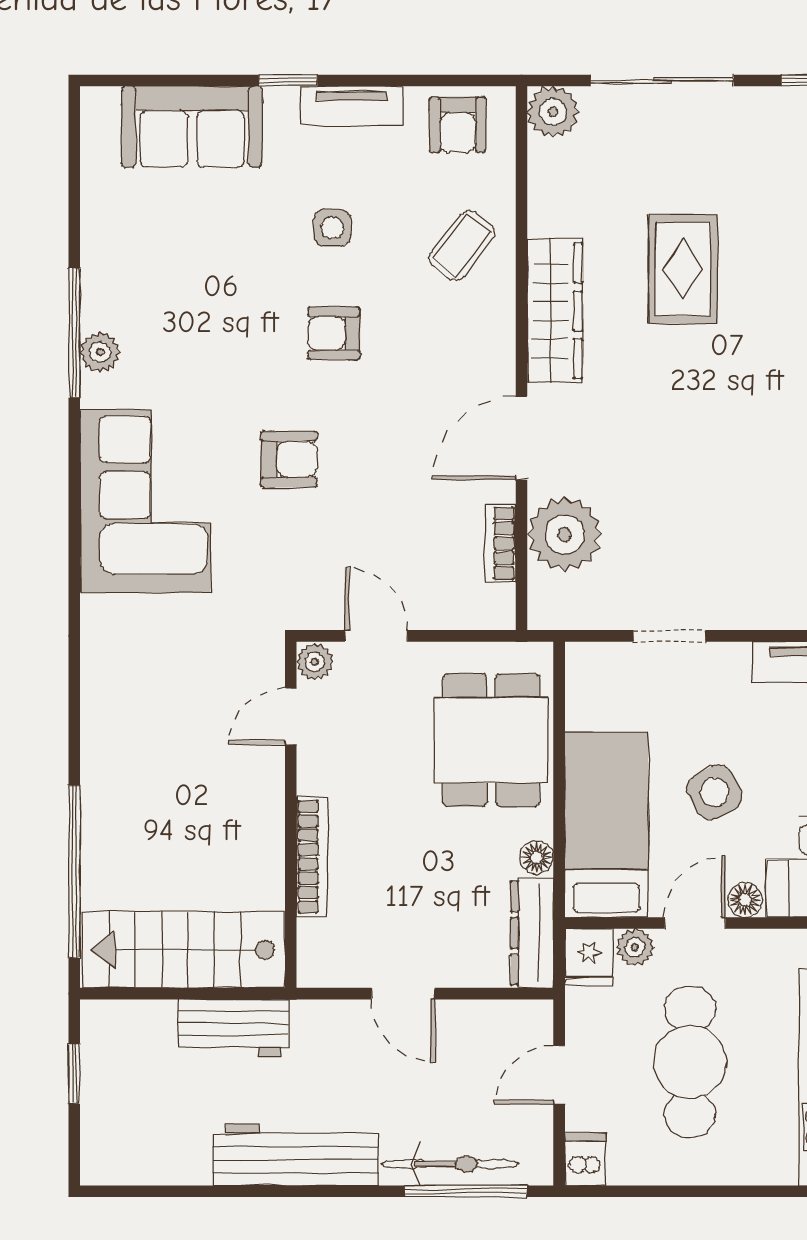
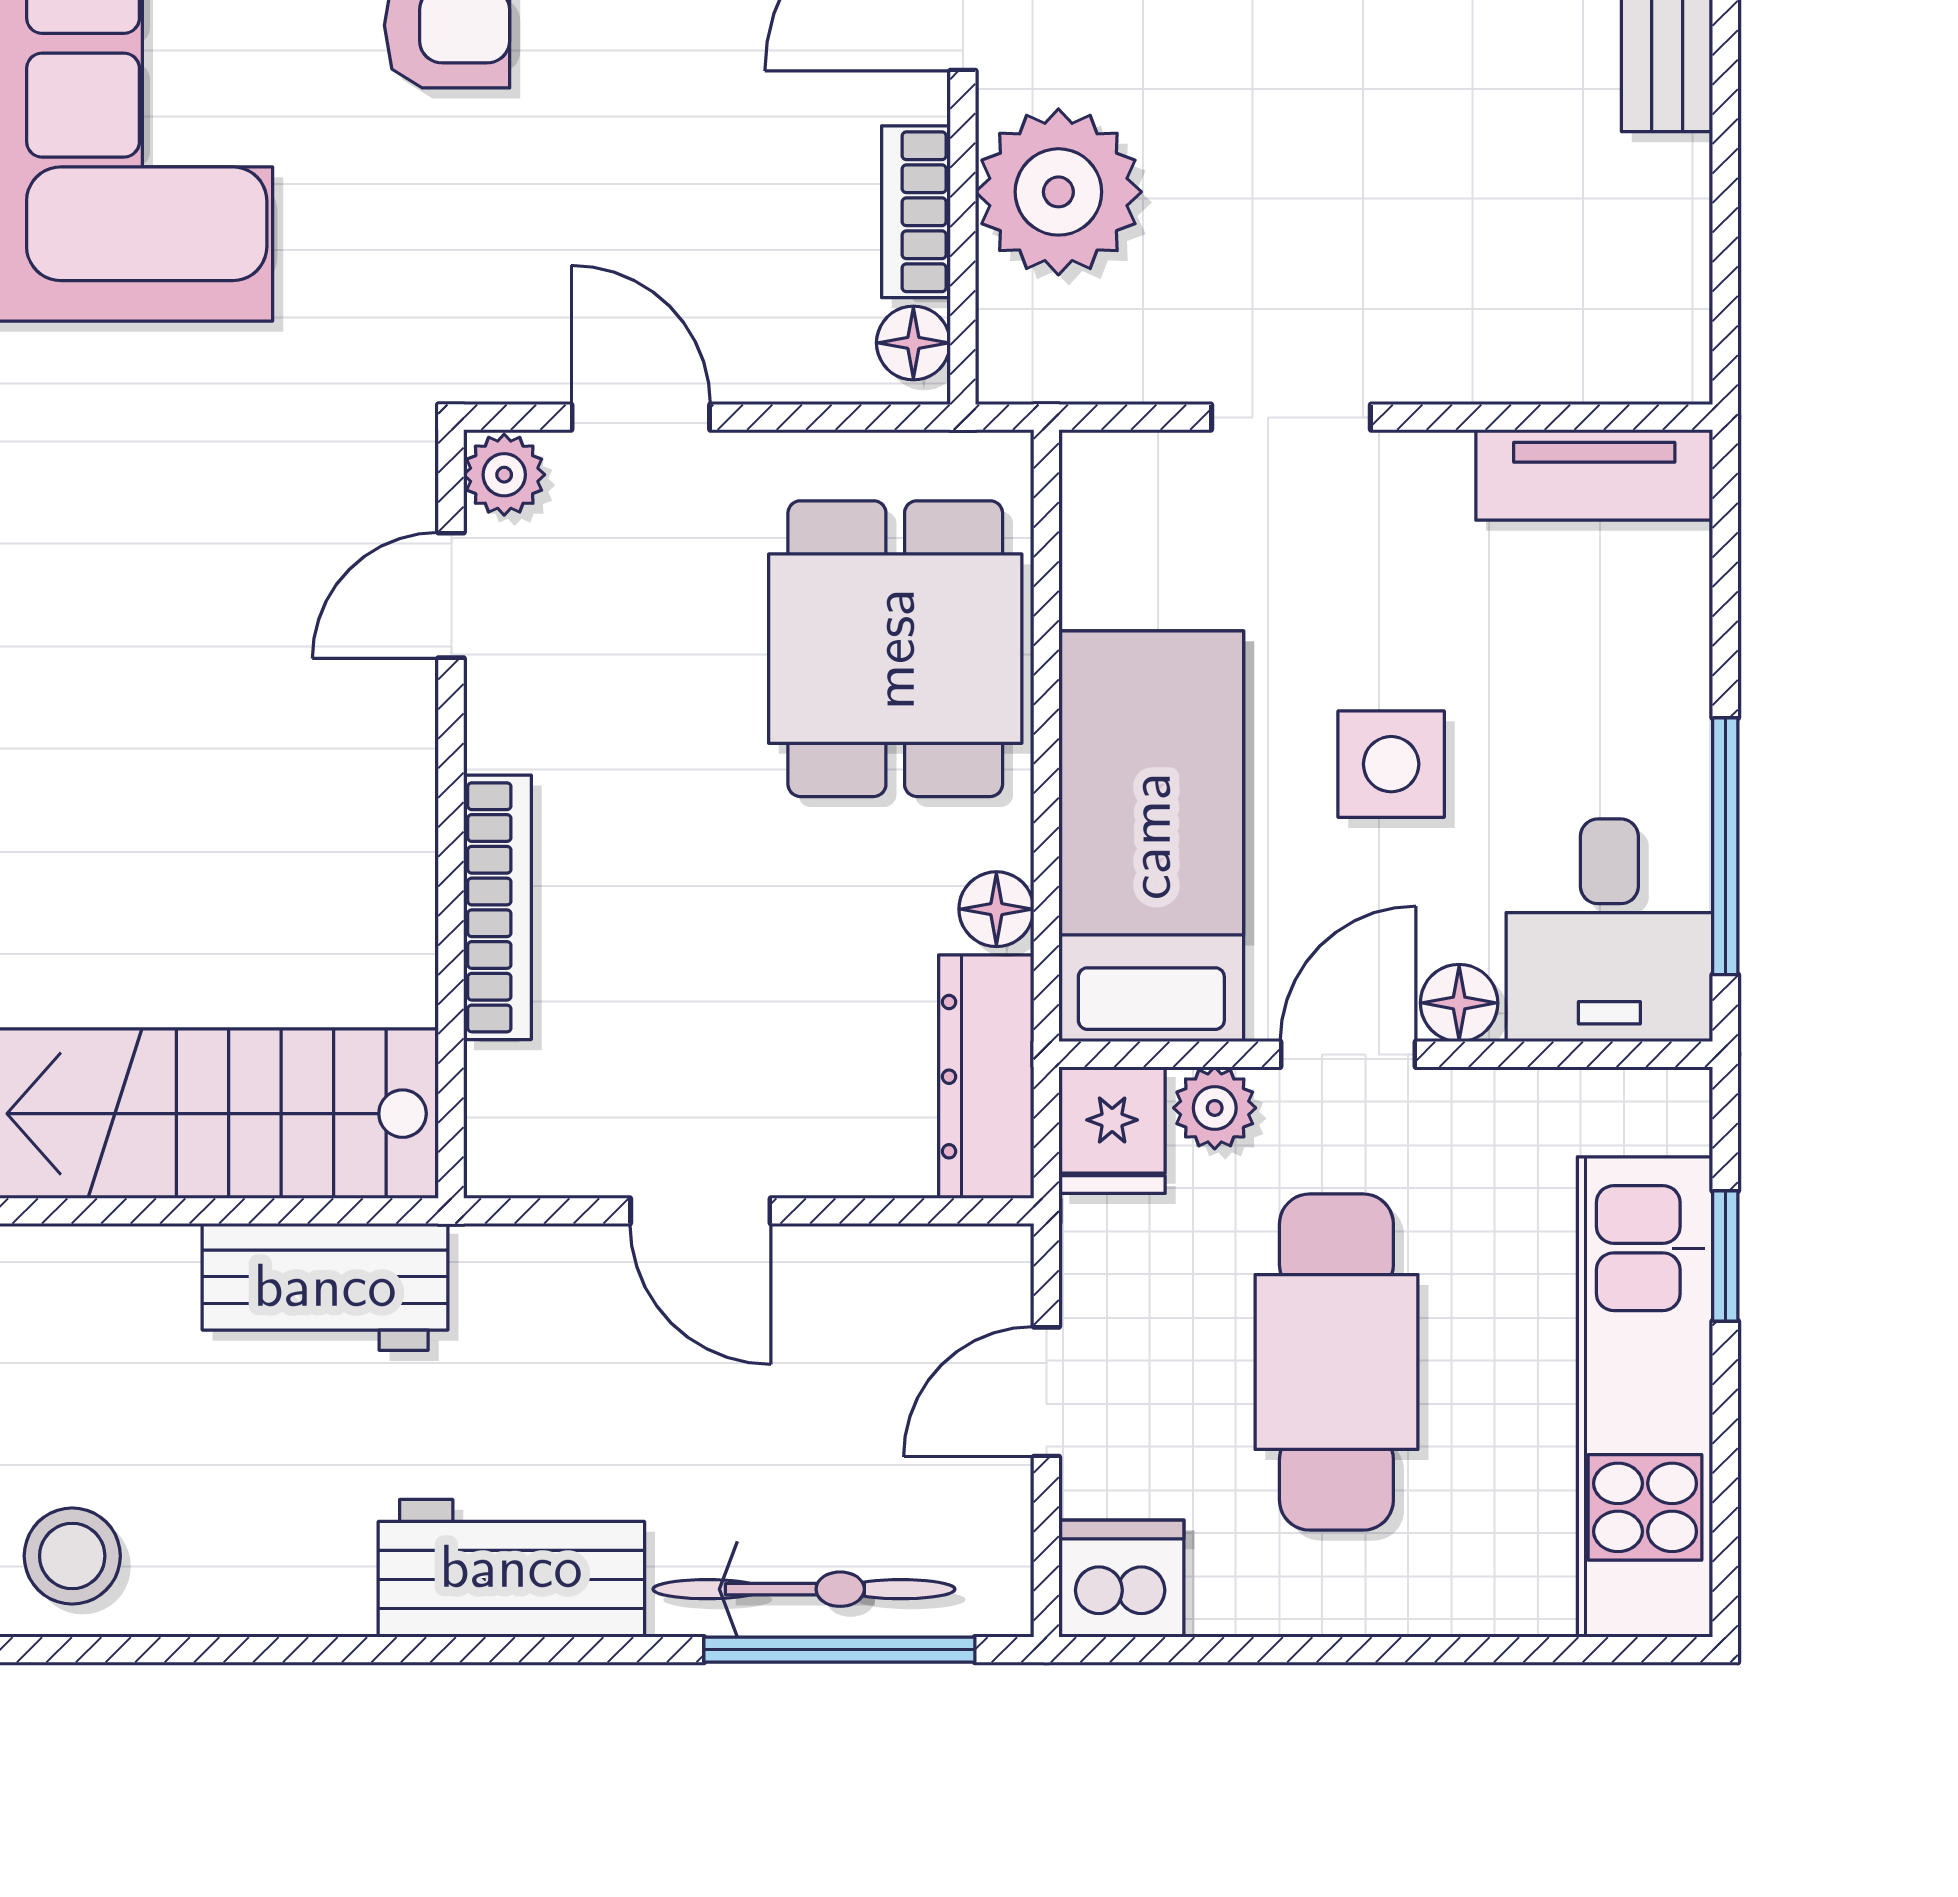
floor lamp: (499, 602) -> (913, 343), added
side table: (715, 792) -> (1391, 764), turned 30
stool: (120, 1149) -> (72, 1556), added
workbench: (296, 1155) -> (511, 1568), width x0.73
dishwasher: (585, 1159) -> (1121, 1579), width x1.38

